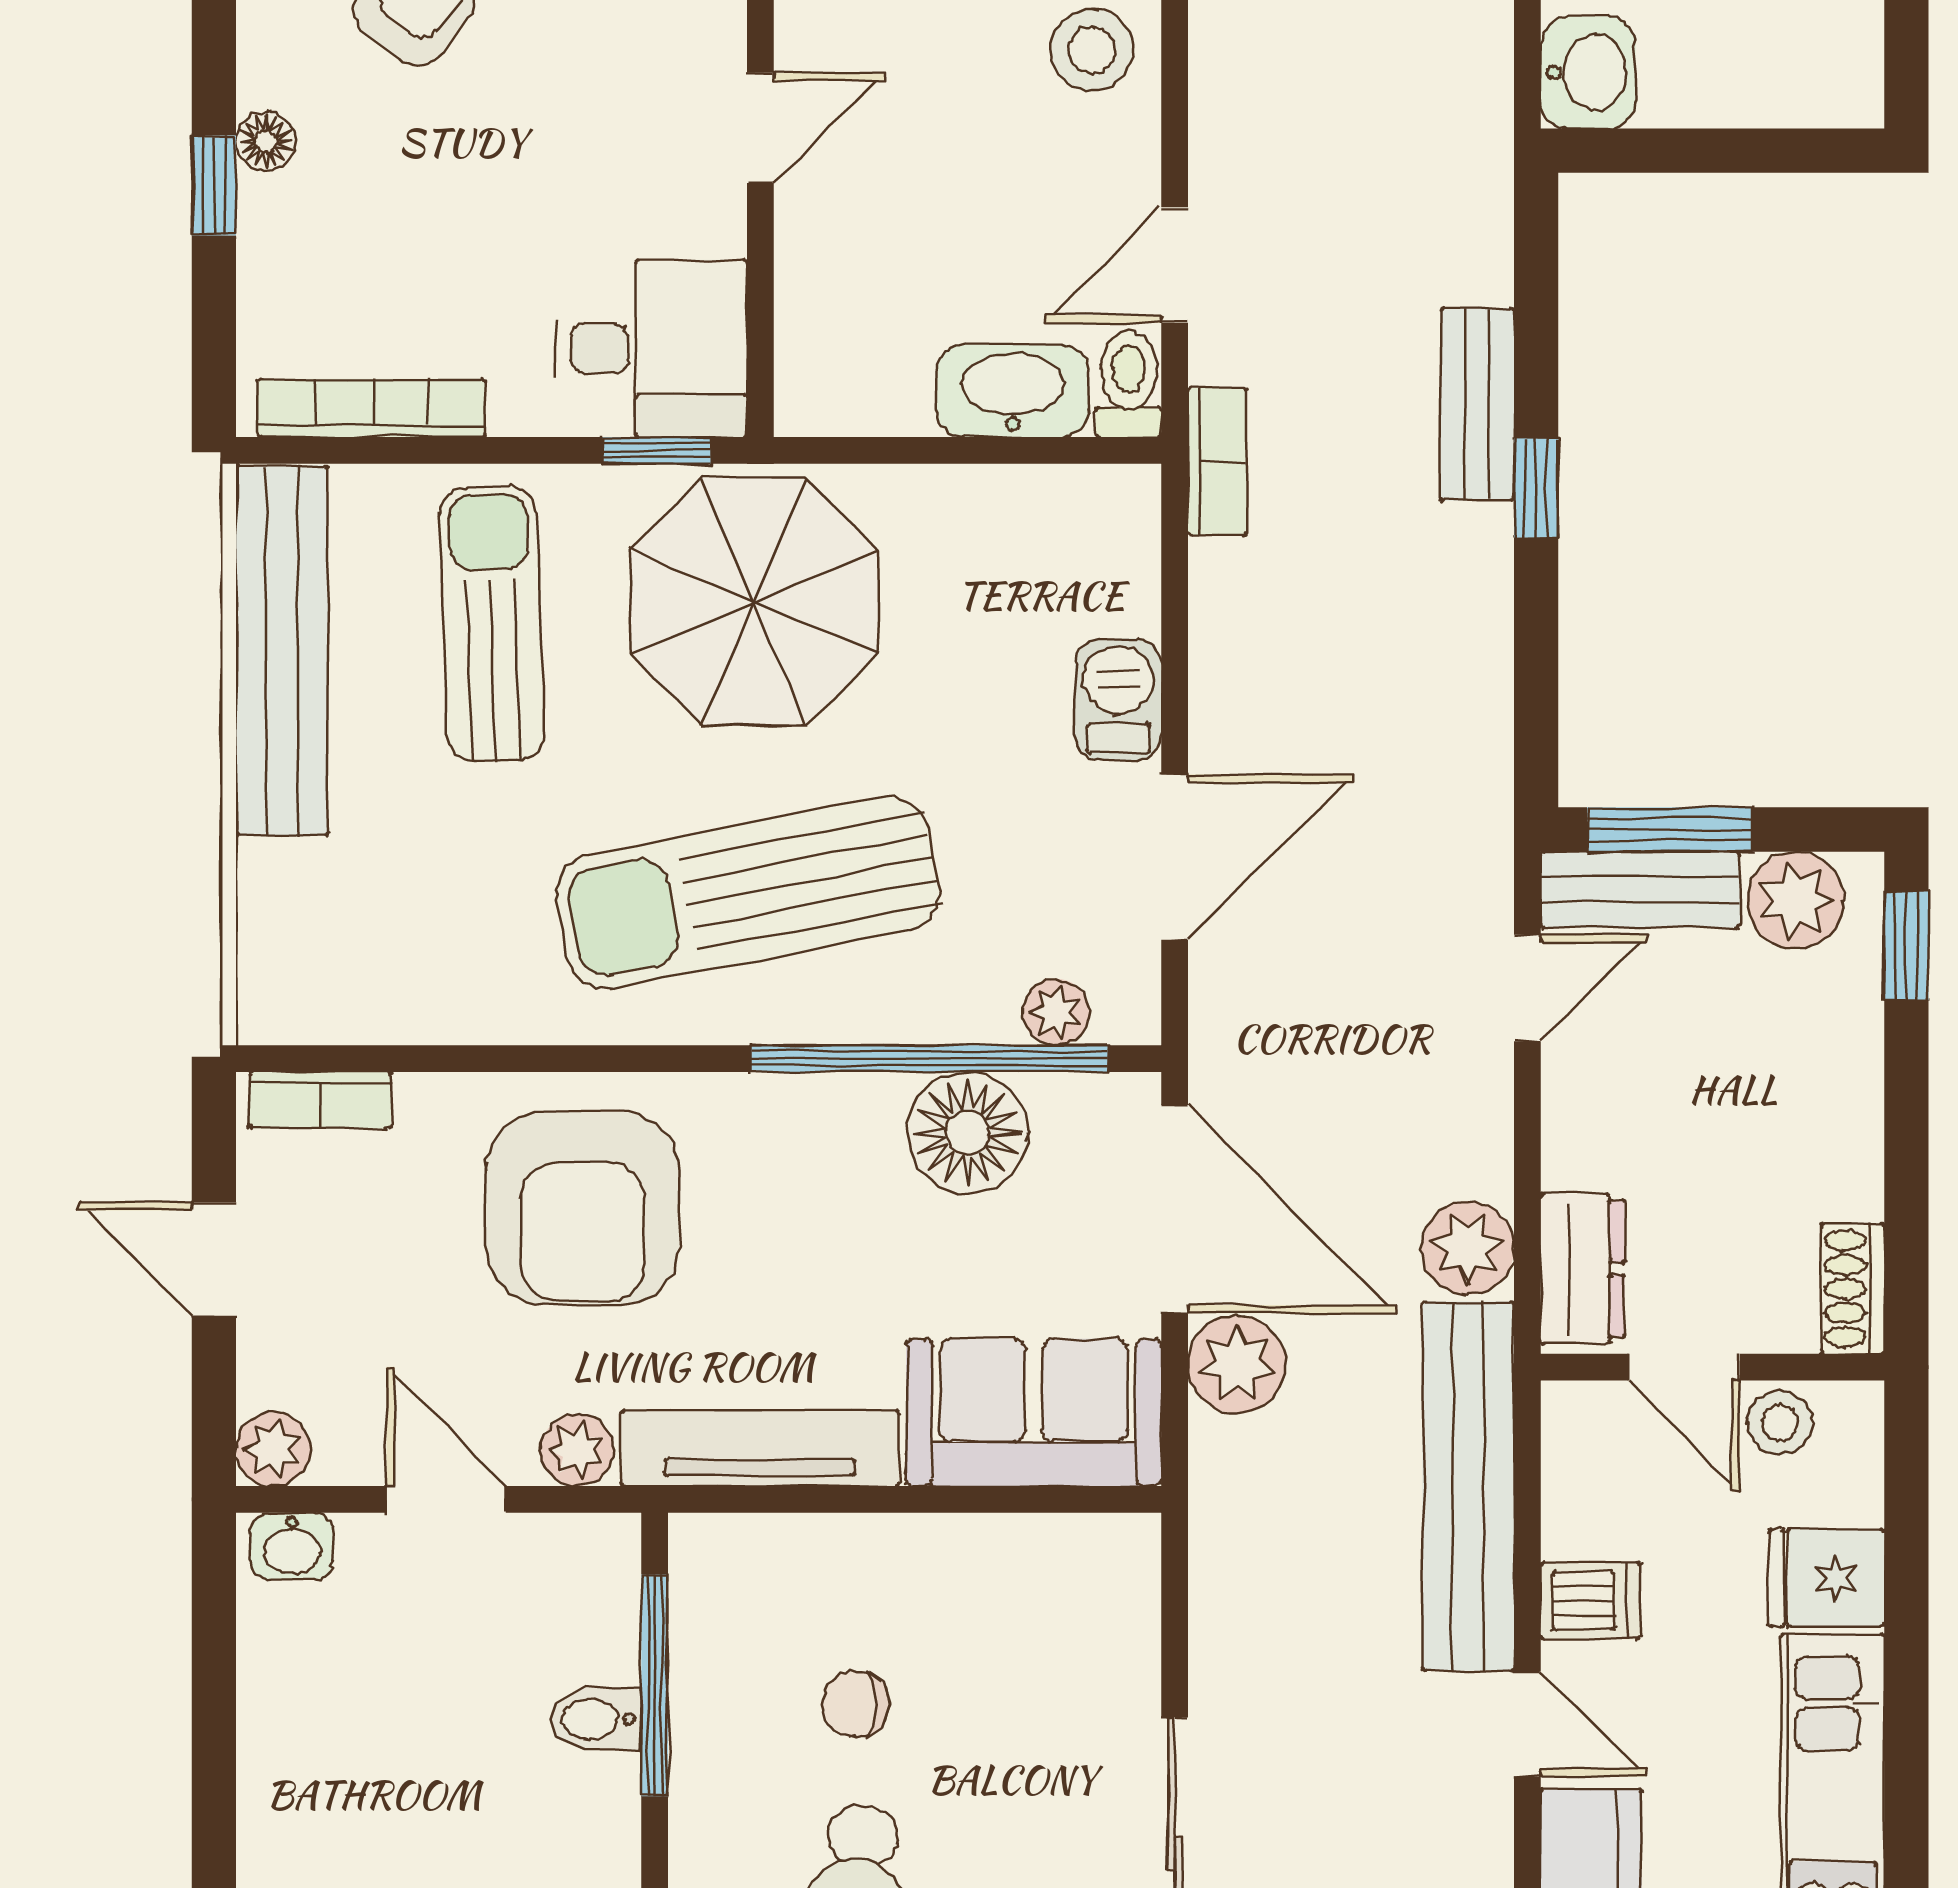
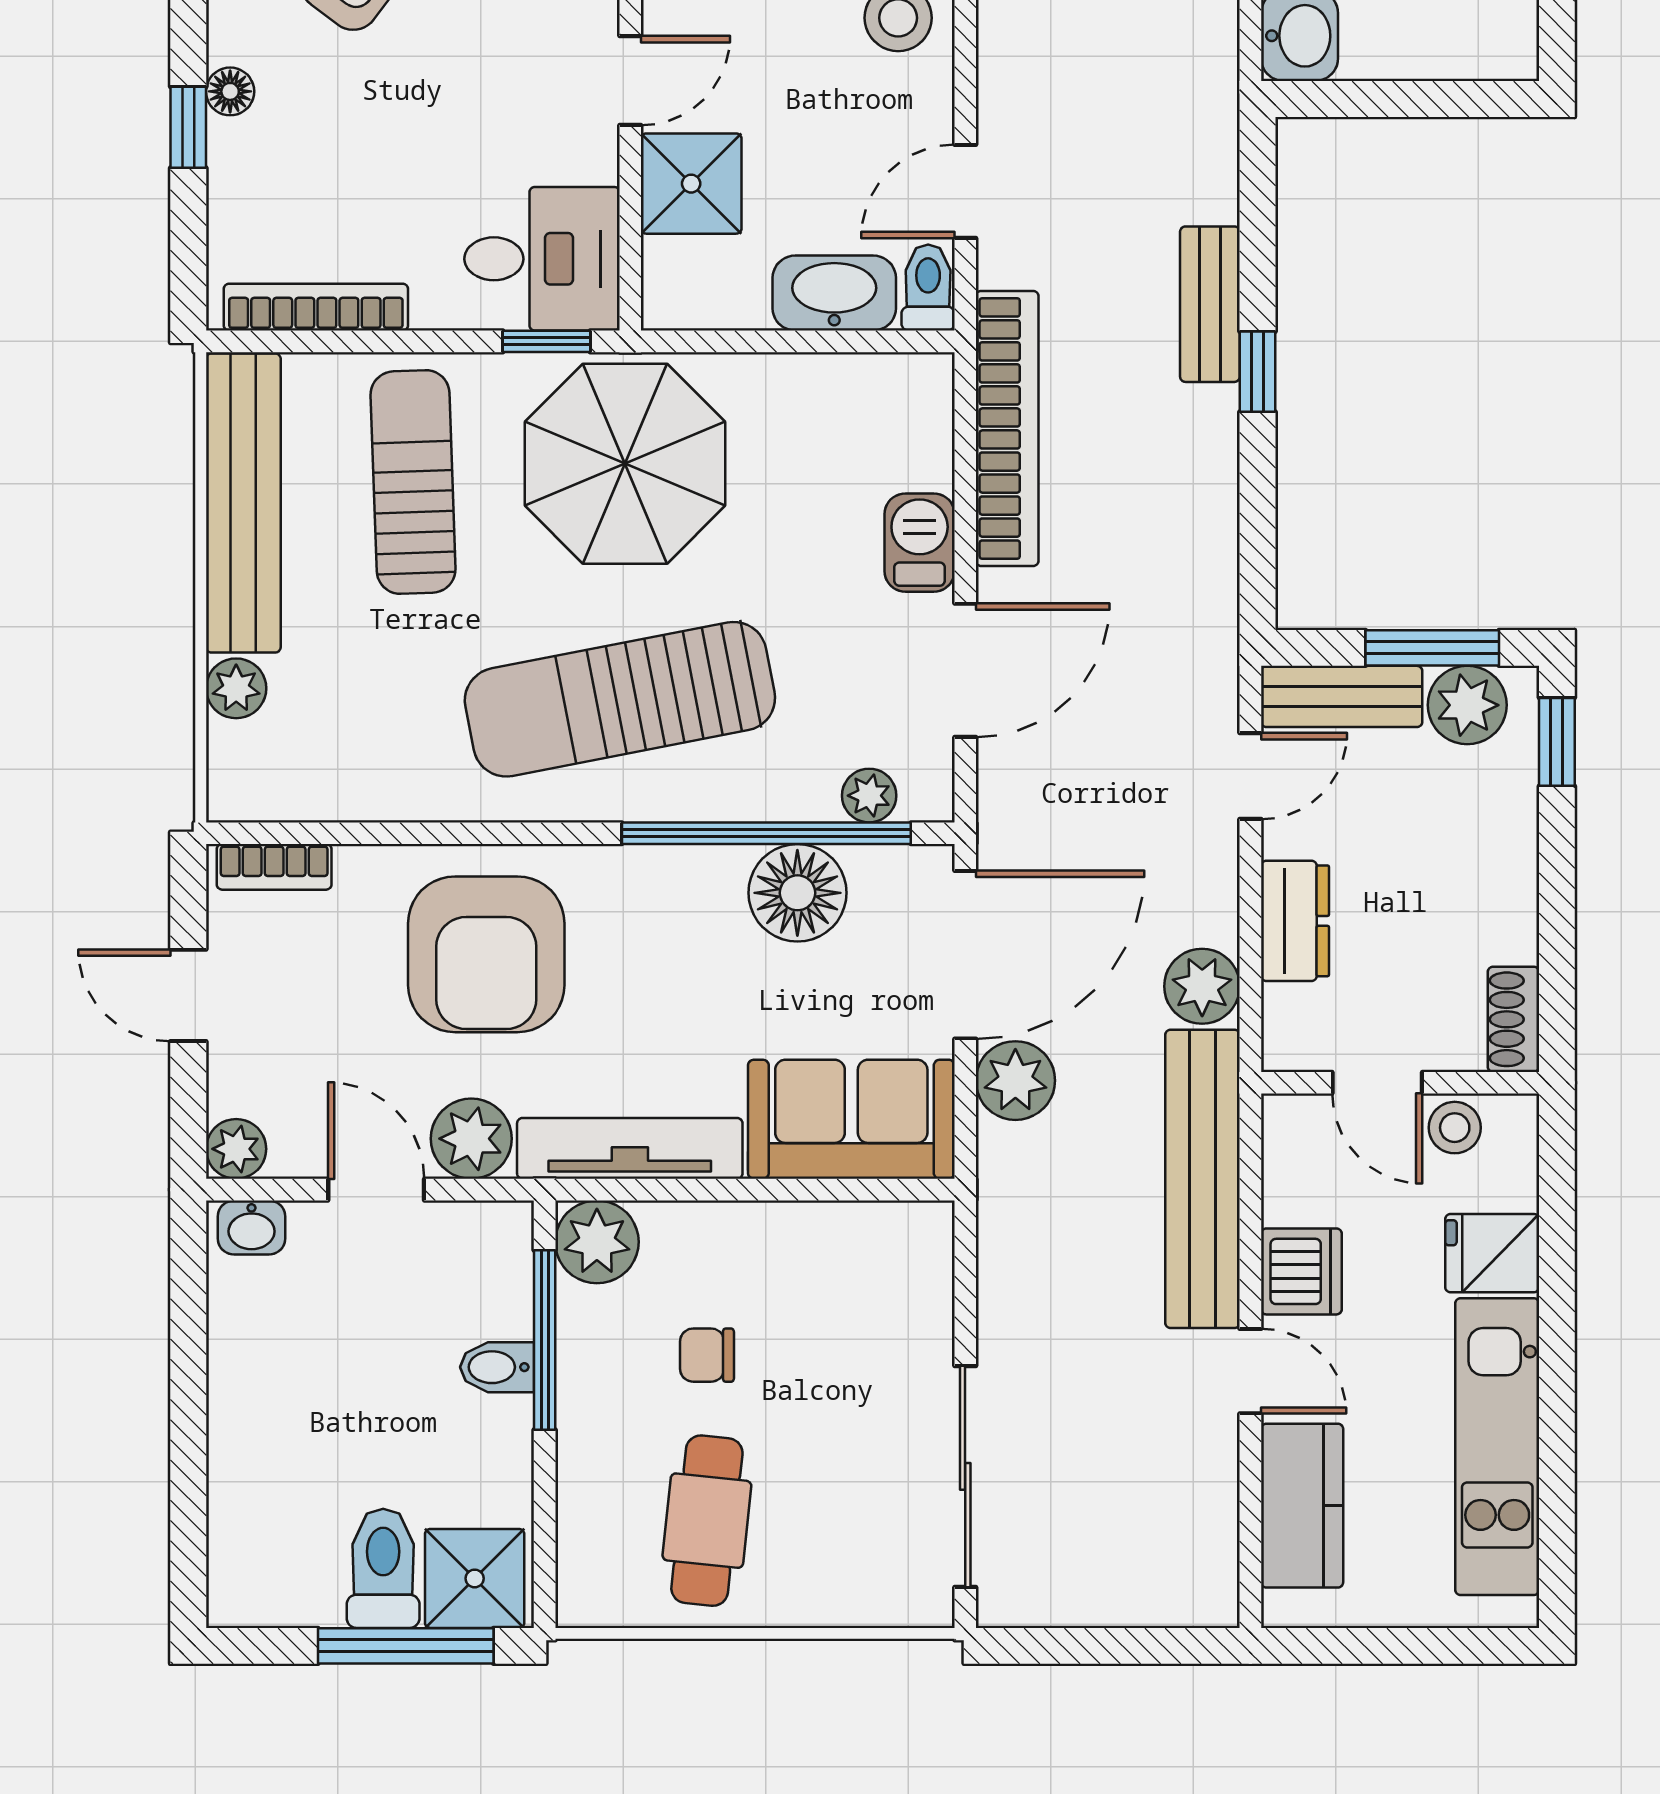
shower: (836, 255) -> (691, 184), added
bookcase: (1217, 462) -> (1007, 428), width x2.31, depth x1.31
window: (1670, 829) -> (1432, 648), moved
plant: (273, 879) -> (236, 688), added
door: (1175, 1209) -> (965, 955), hinge flipped
dresser: (1582, 1269) -> (1295, 921), moved
plant: (577, 1450) -> (471, 1139), width x1.38, depth x1.38
plant: (719, 1564) -> (597, 1242), added
dishwasher: (1590, 1601) -> (1301, 1271), width x1.38

